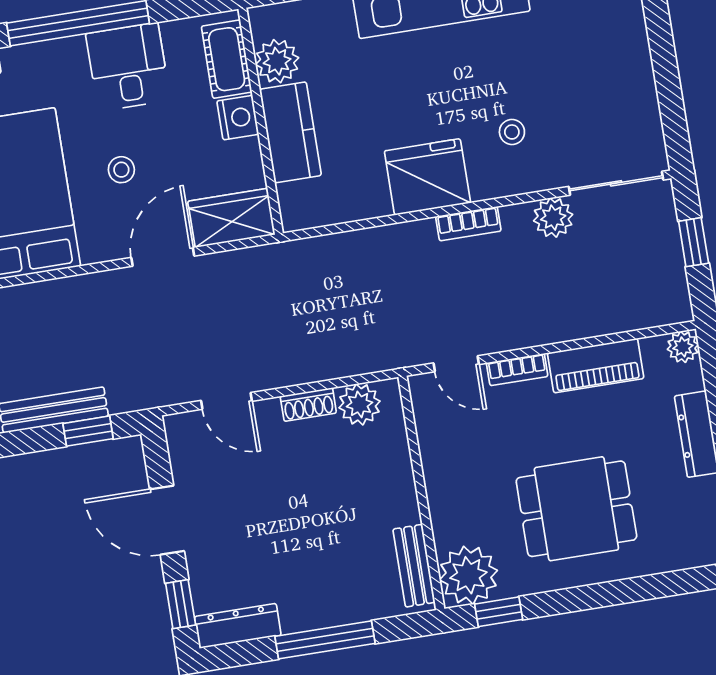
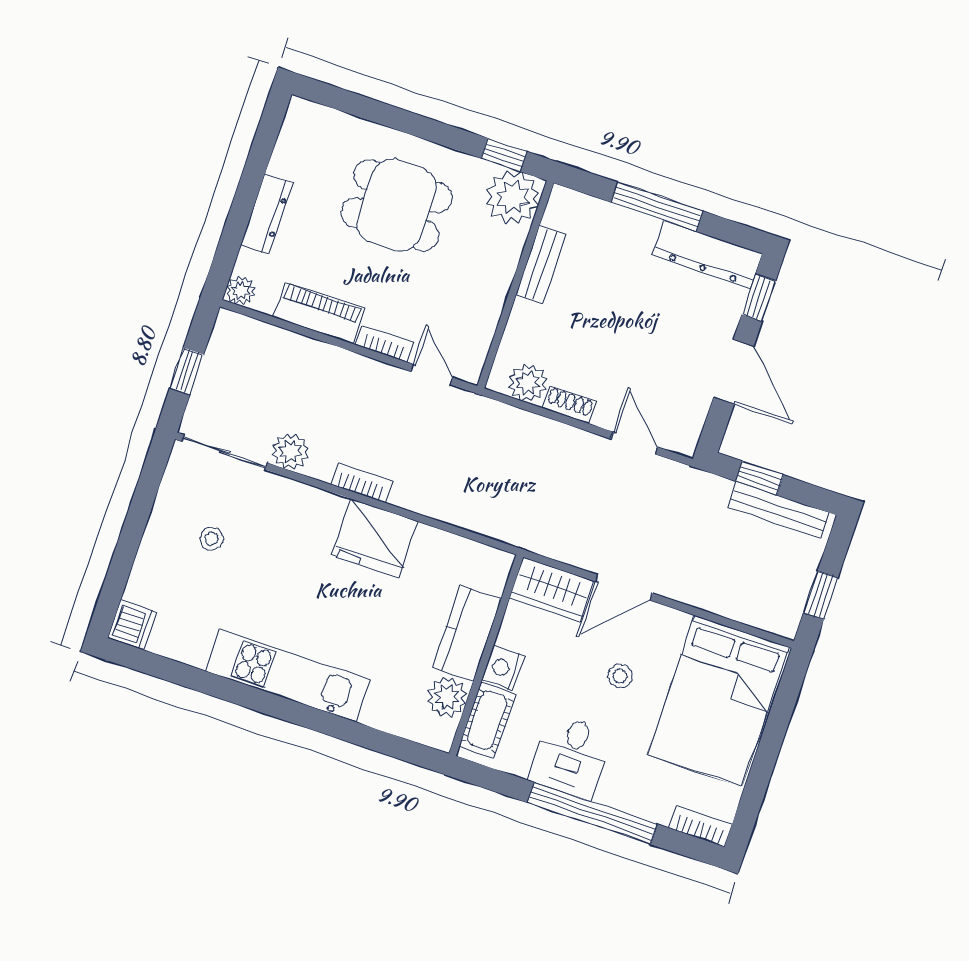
stool: (512, 132) -> (212, 539), moved
bench: (414, 566) -> (541, 264), moved
dresser: (238, 626) -> (707, 254), width x1.37, depth x1.24

